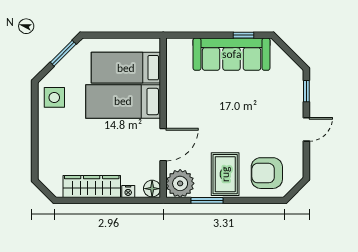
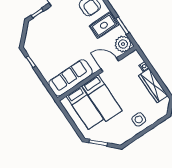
sofa: (232, 54) -> (71, 78), moved, turned -90
side table: (54, 97) -> (139, 119), moved
floor lamp: (152, 189) -> (135, 56), removed

